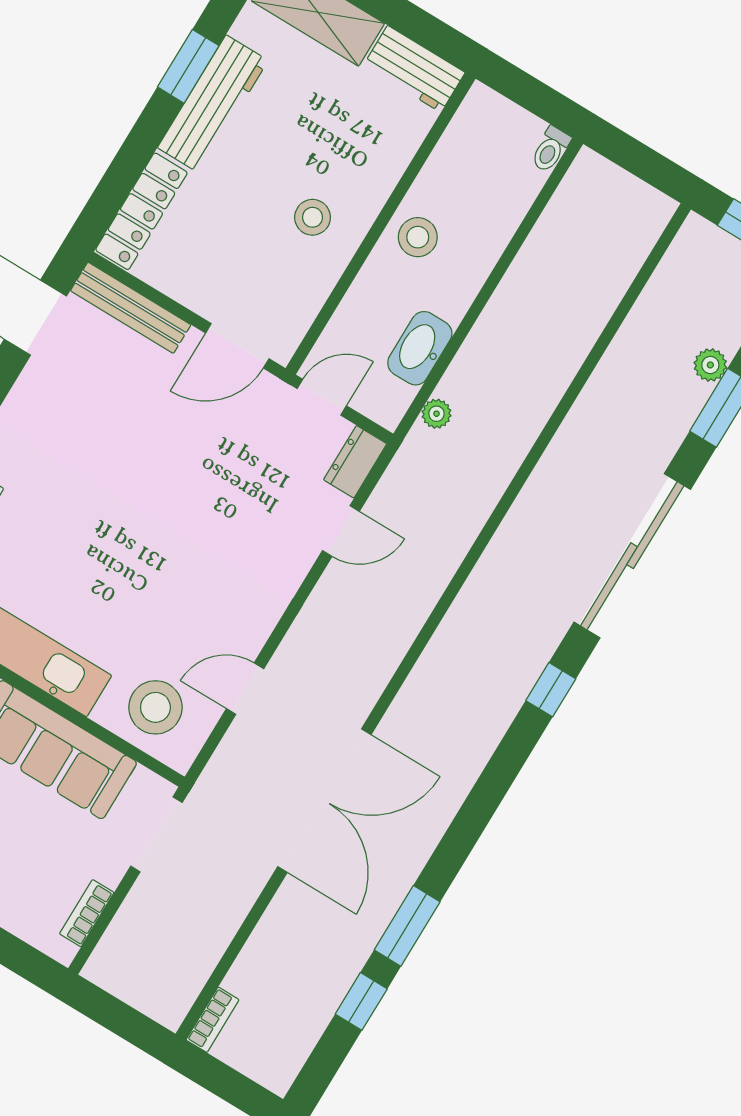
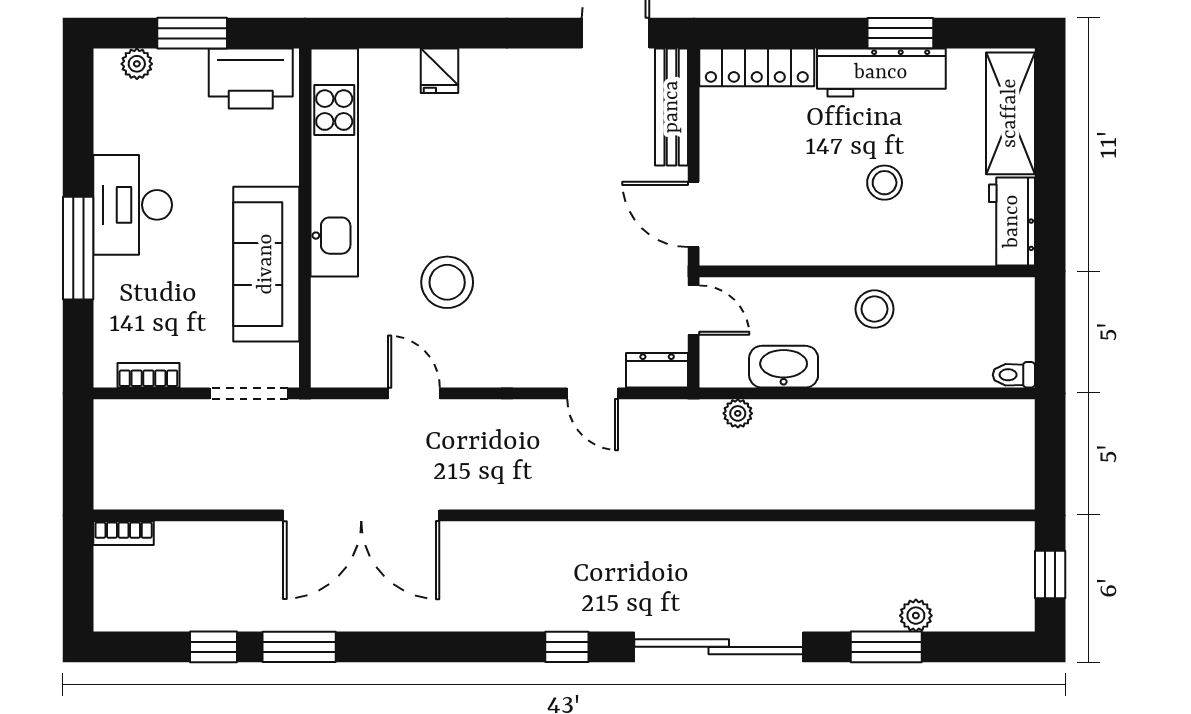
stool: (313, 217) -> (885, 183), moved
stool: (155, 707) -> (447, 282), moved

